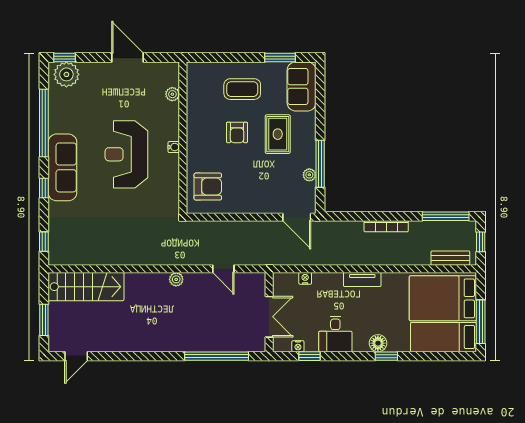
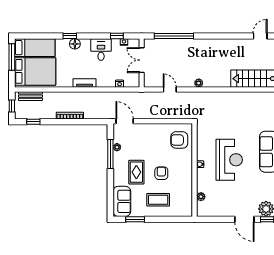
door: (127, 57) -> (244, 219), moved
window: (446, 216) -> (33, 122), width x0.46

